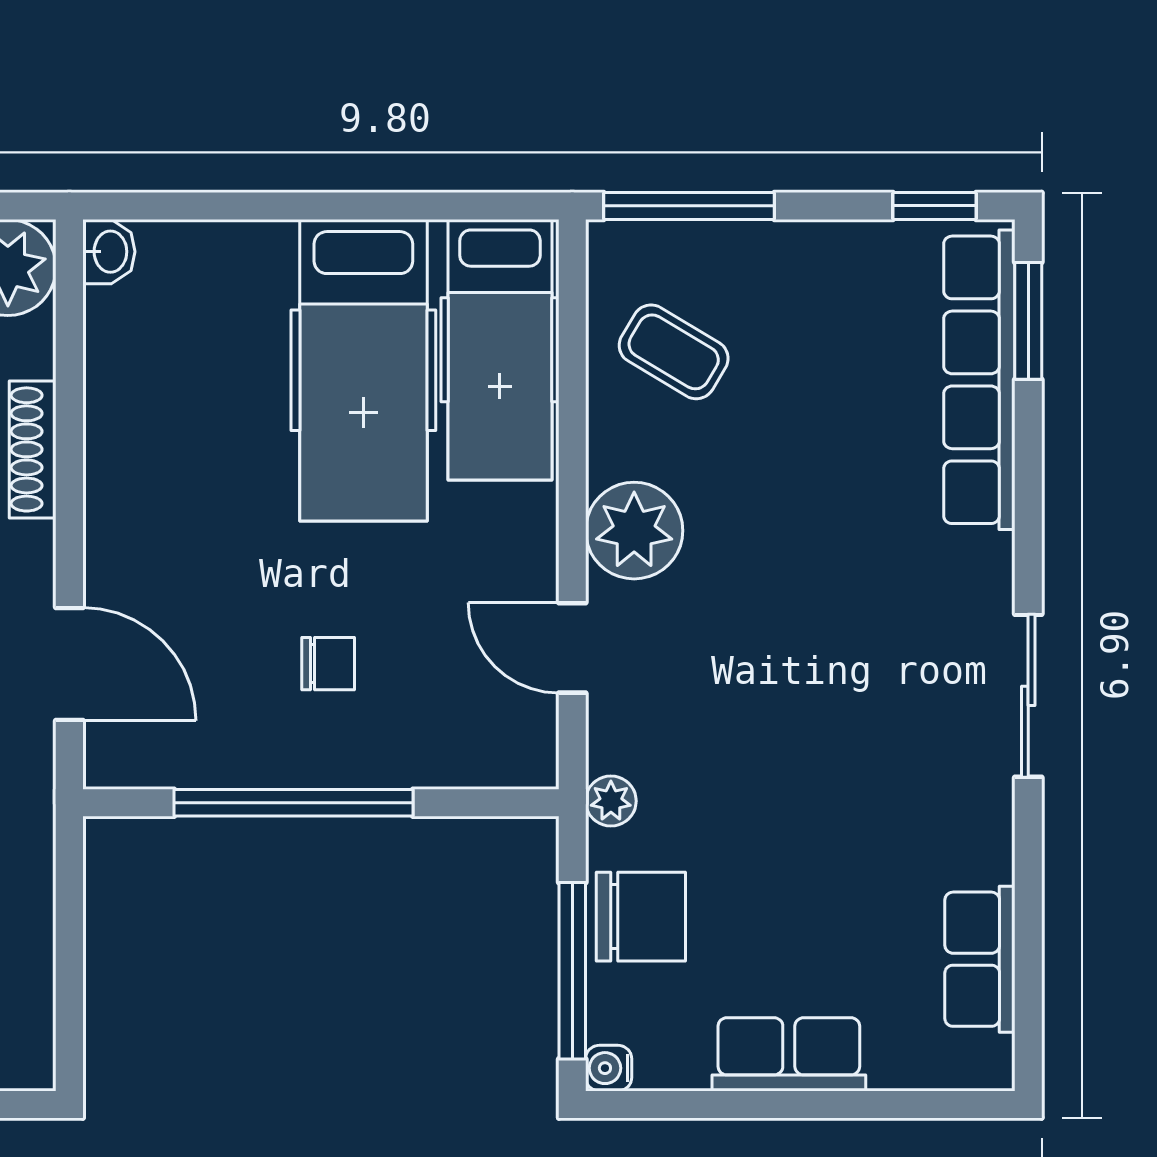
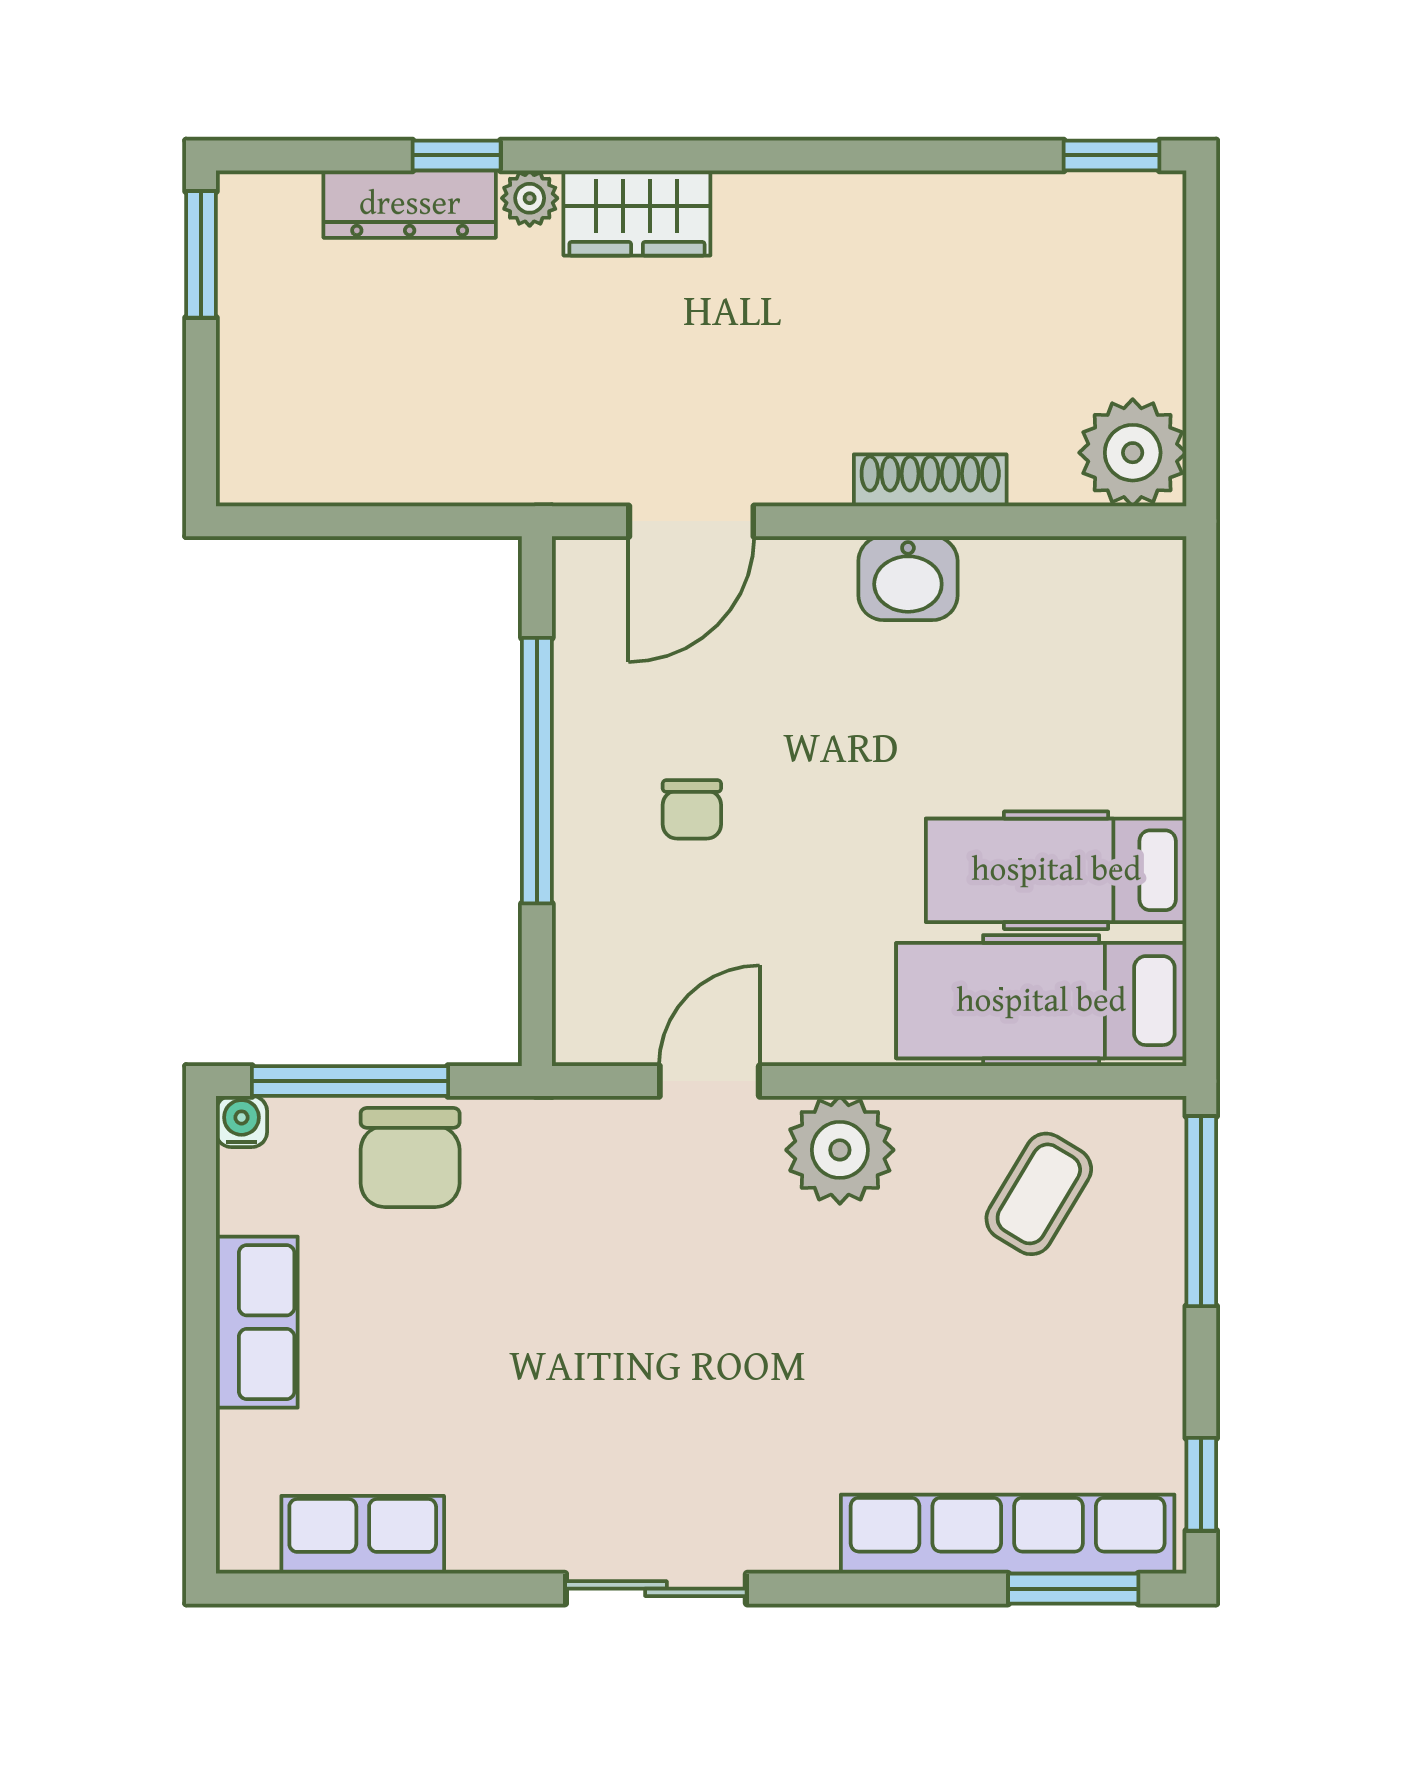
washbasin: (109, 252) -> (908, 578), moved, width x1.38, depth x1.45
hospital bed: (363, 370) -> (1056, 870), width x0.73, depth x0.78
plant: (611, 801) -> (539, 1124), removed

